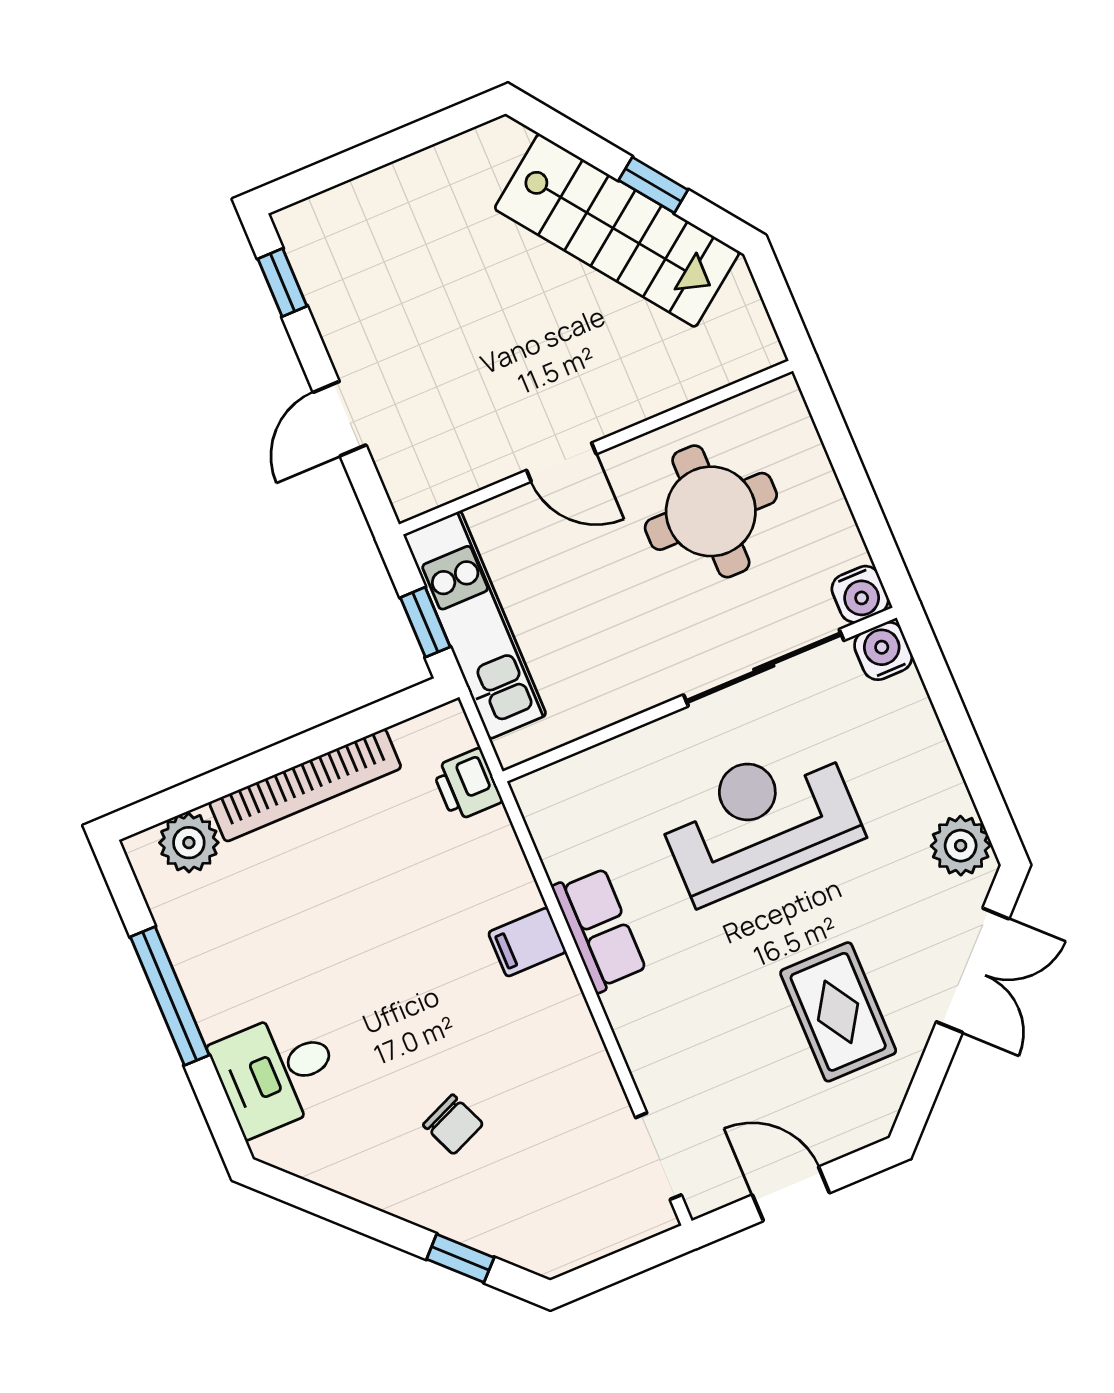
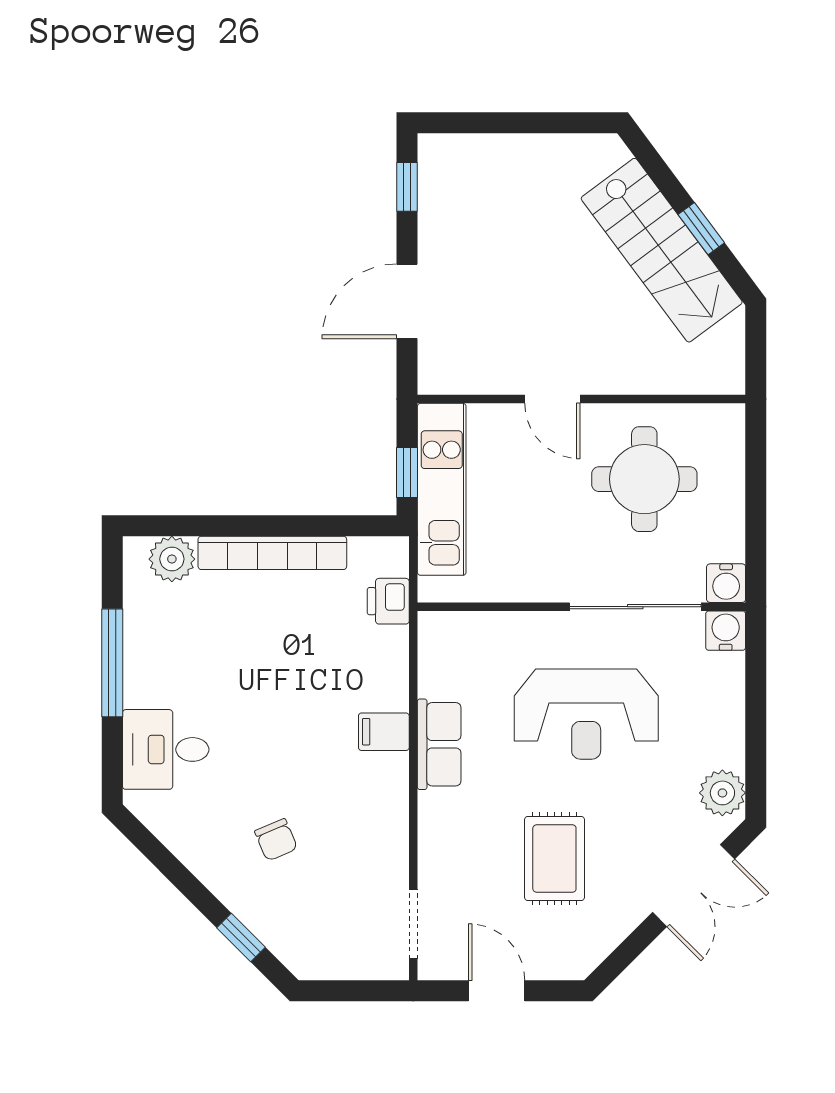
door: (340, 419) -> (407, 301), width x1.38
reception desk: (759, 820) -> (586, 714), turned 180
rug: (838, 1012) -> (554, 859), moved

